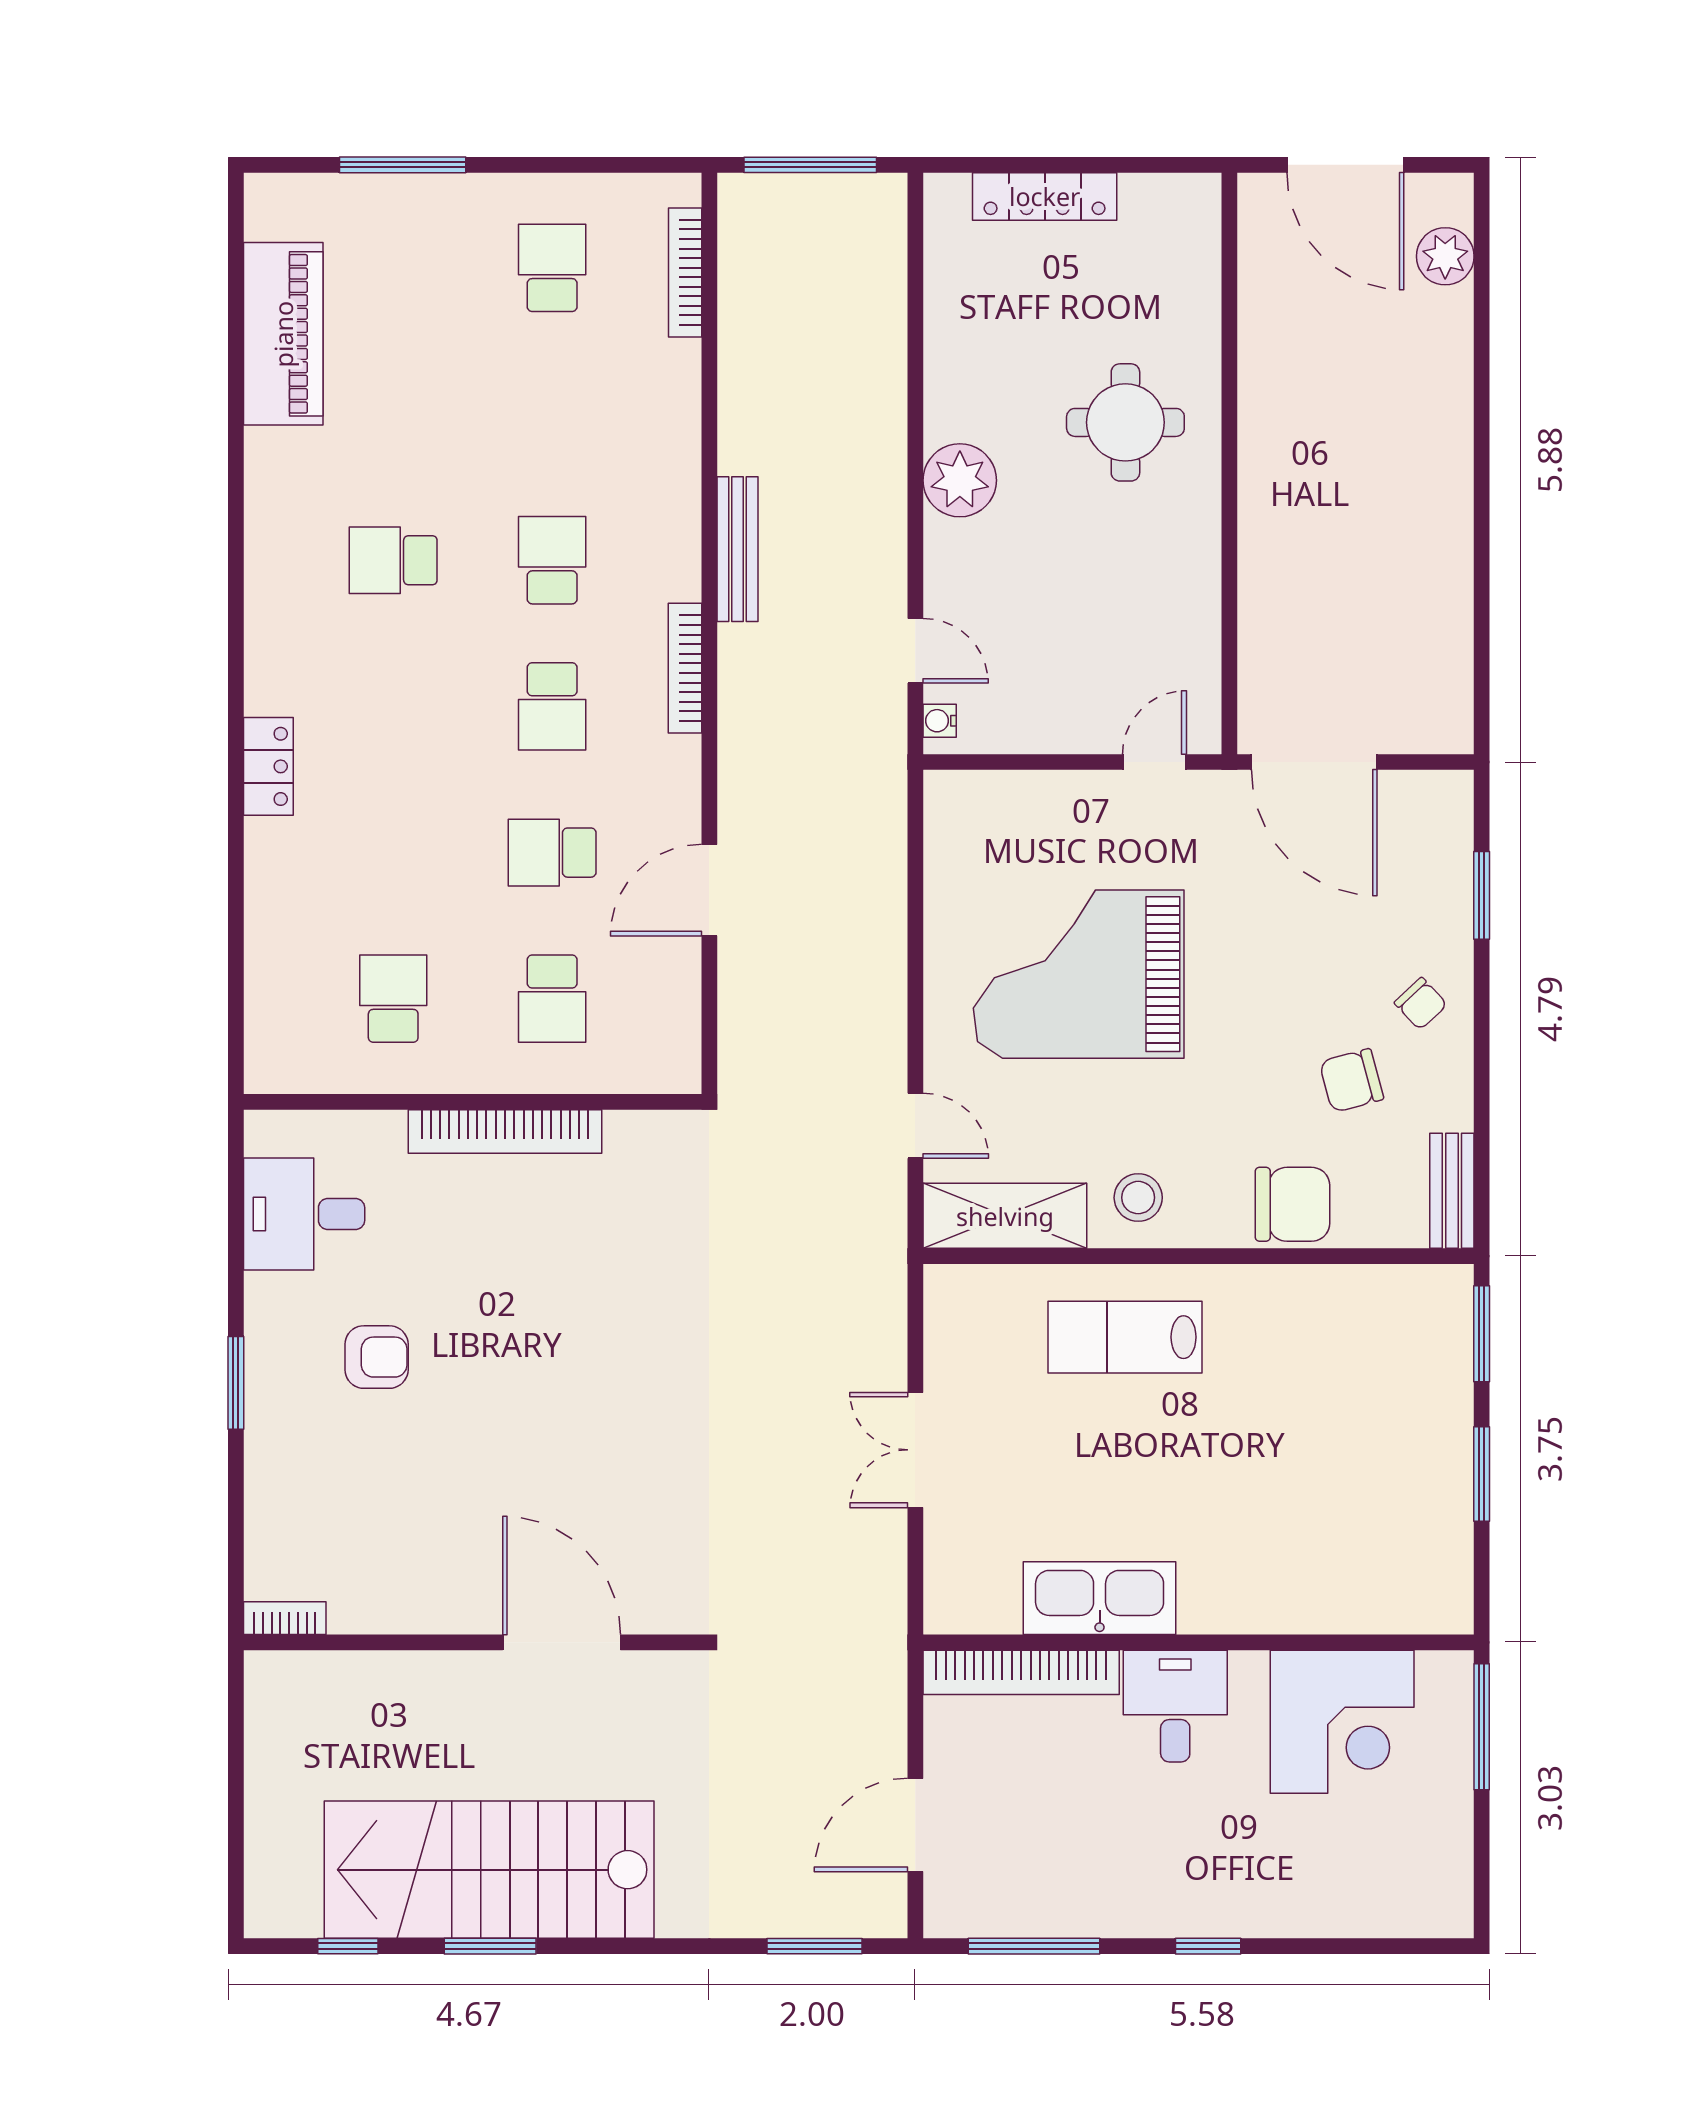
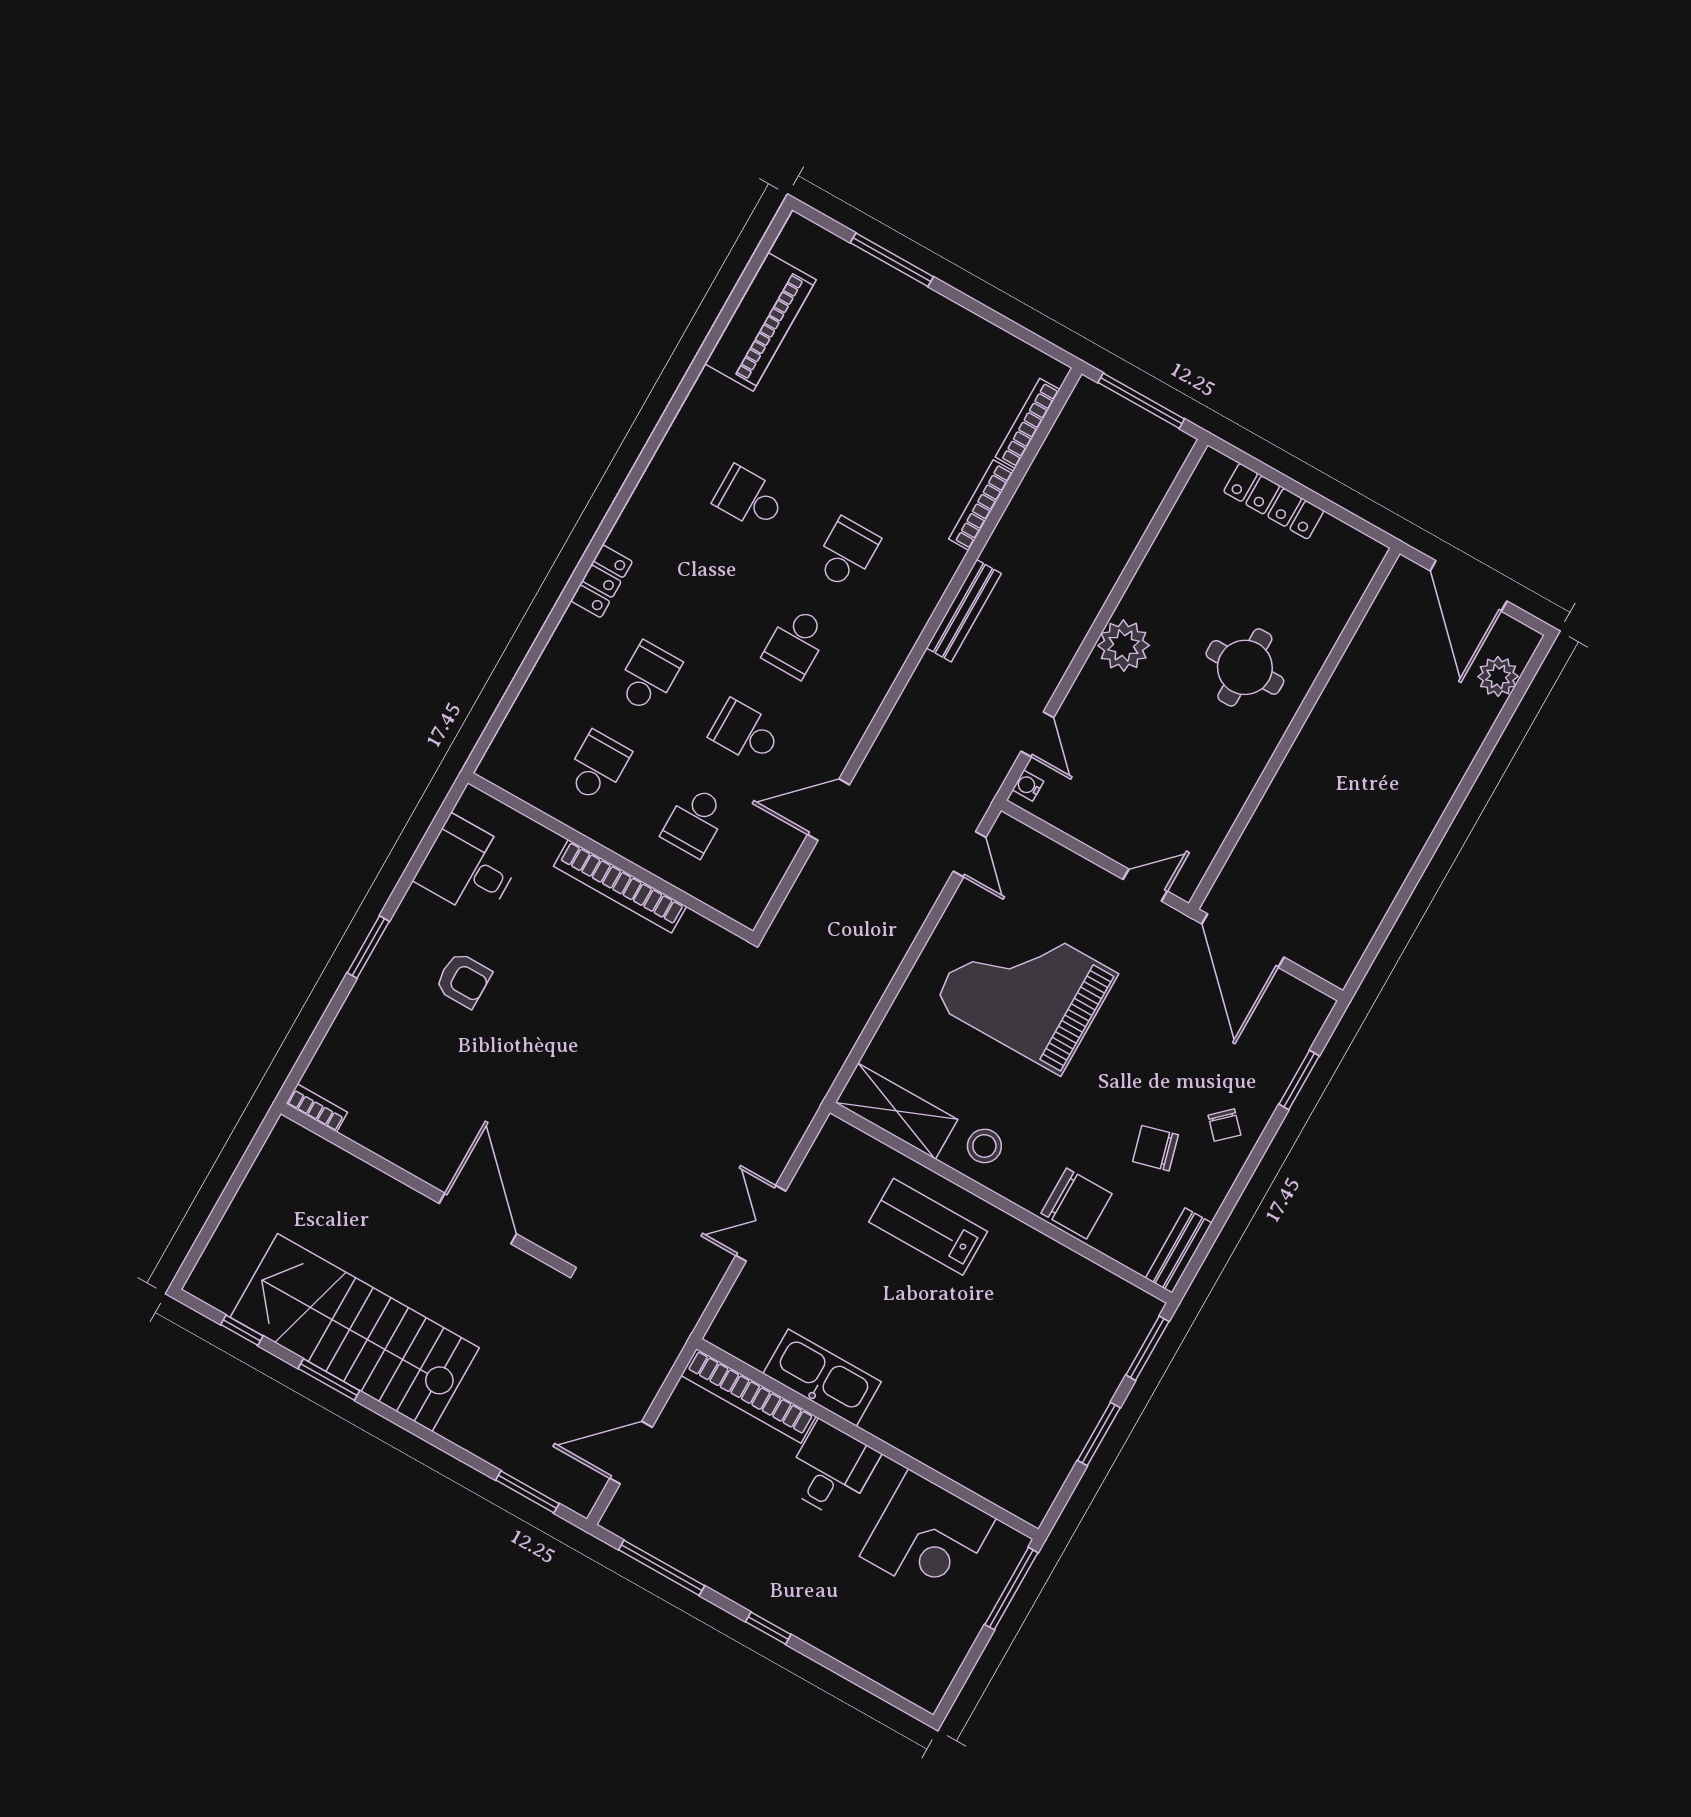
school desk: (552, 268) -> (648, 677), moved
bookcase: (685, 668) -> (981, 505), moved
door: (915, 1126) -> (970, 854), moved

